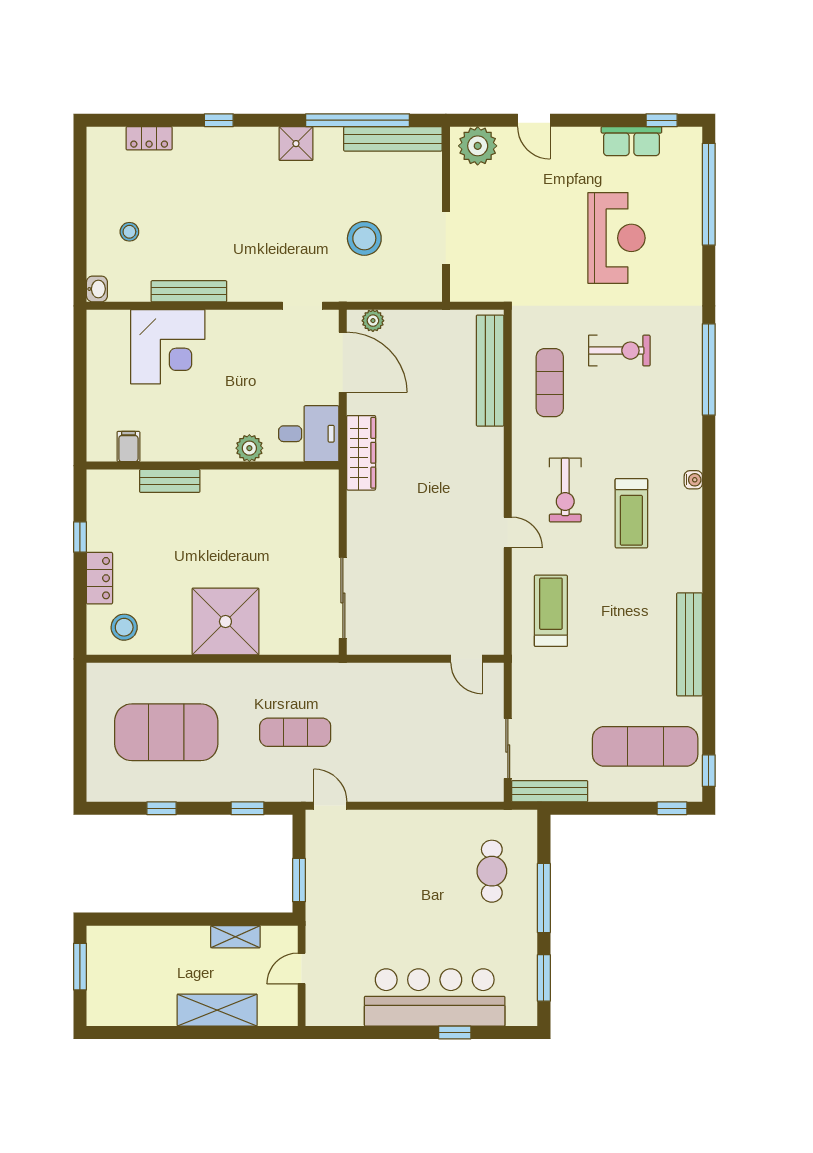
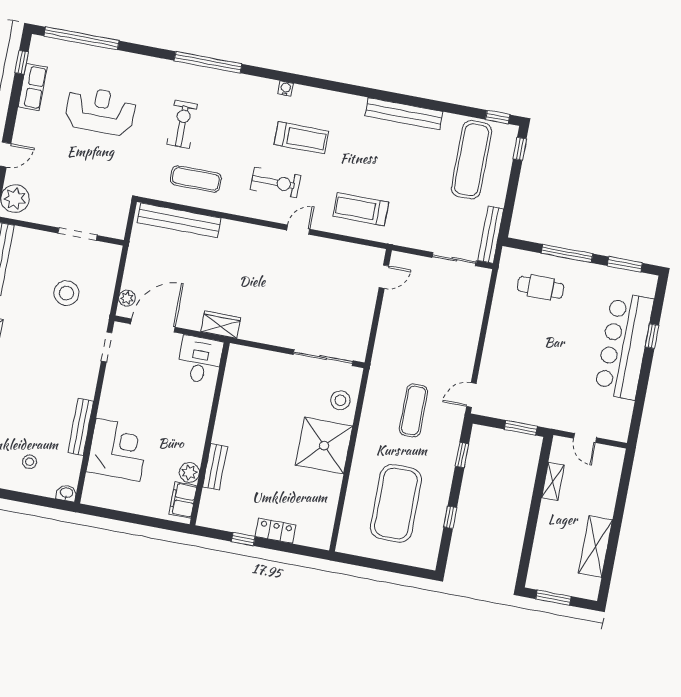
filing cabinet: (128, 446) -> (183, 500), width x2.00
plant: (249, 448) -> (189, 472), moved
wardrobe: (361, 453) -> (221, 325), width x0.67
stool: (124, 627) -> (340, 400), moved
shelving: (217, 1010) -> (595, 547), moved

